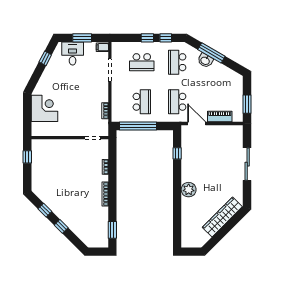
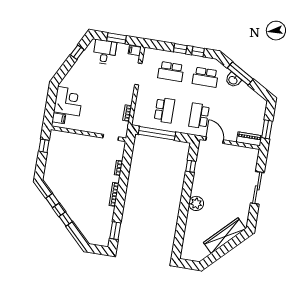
school desk: (177, 62) -> (205, 77), turned -90
piano: (220, 117) -> (249, 139), moved
filing cabinet: (38, 127) -> (59, 118), added

